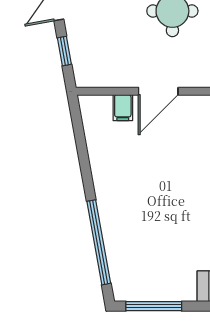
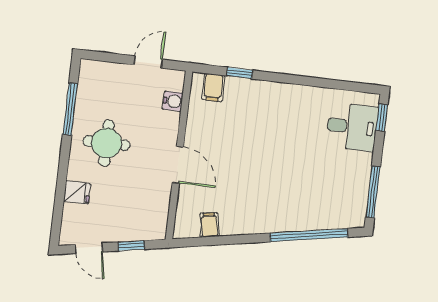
filing cabinet: (123, 108) -> (209, 225), moved, turned -100

